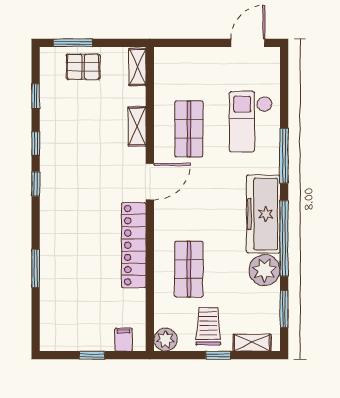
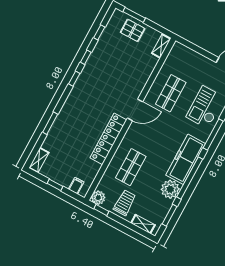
shelving: (137, 126) -> (39, 160), moved
window: (218, 355) -> (101, 210), moved

